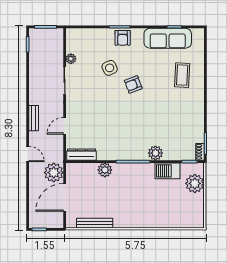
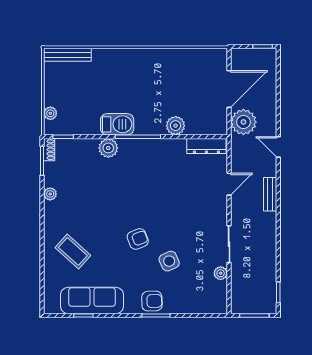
armchair: (123, 38) -> (152, 301), turned 88
coffee table: (182, 75) -> (73, 252), turned -51
plant: (199, 118) -> (50, 194), added
barbecue: (168, 171) -> (117, 124), moved
plant: (195, 183) -> (50, 113), width x0.53, depth x0.53
bench: (95, 223) -> (67, 55), moved

